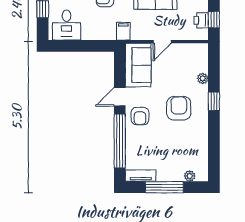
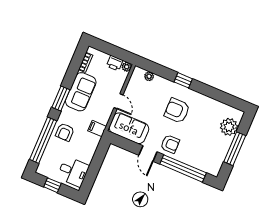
window: (214, 19) -> (118, 53), removed
plant: (203, 35) -> (127, 67), added
plant: (203, 78) -> (149, 76), moved
tv unit: (141, 176) -> (218, 164), removed
plant: (190, 176) -> (229, 127), width x1.88, depth x1.88

